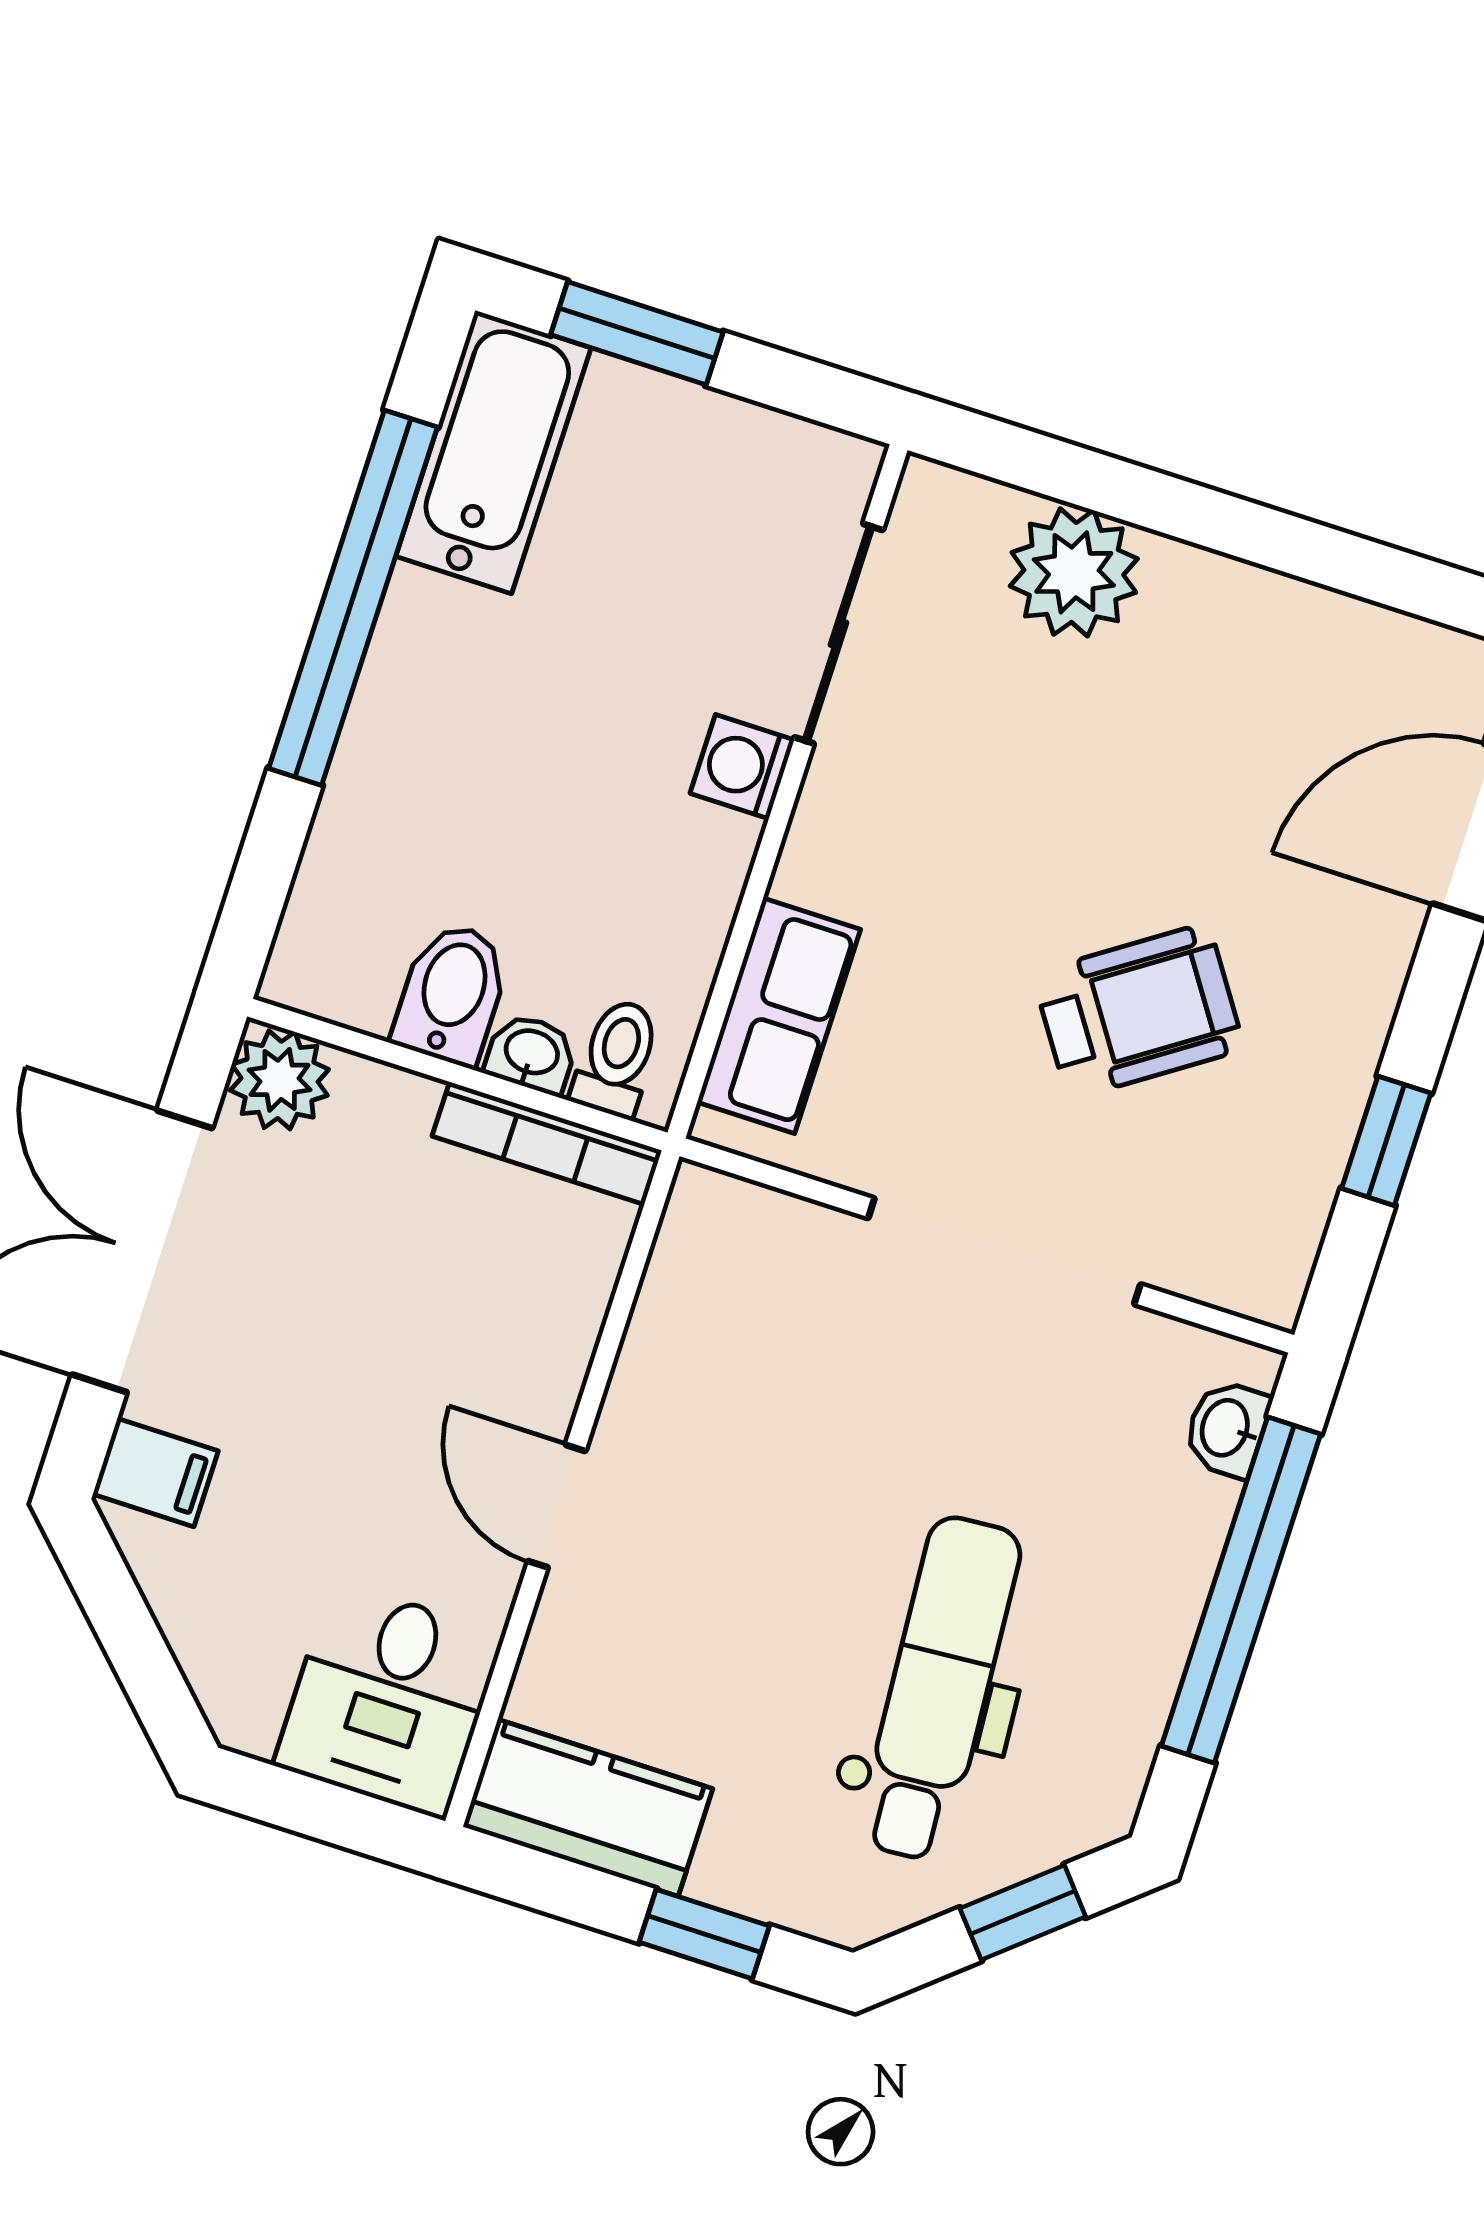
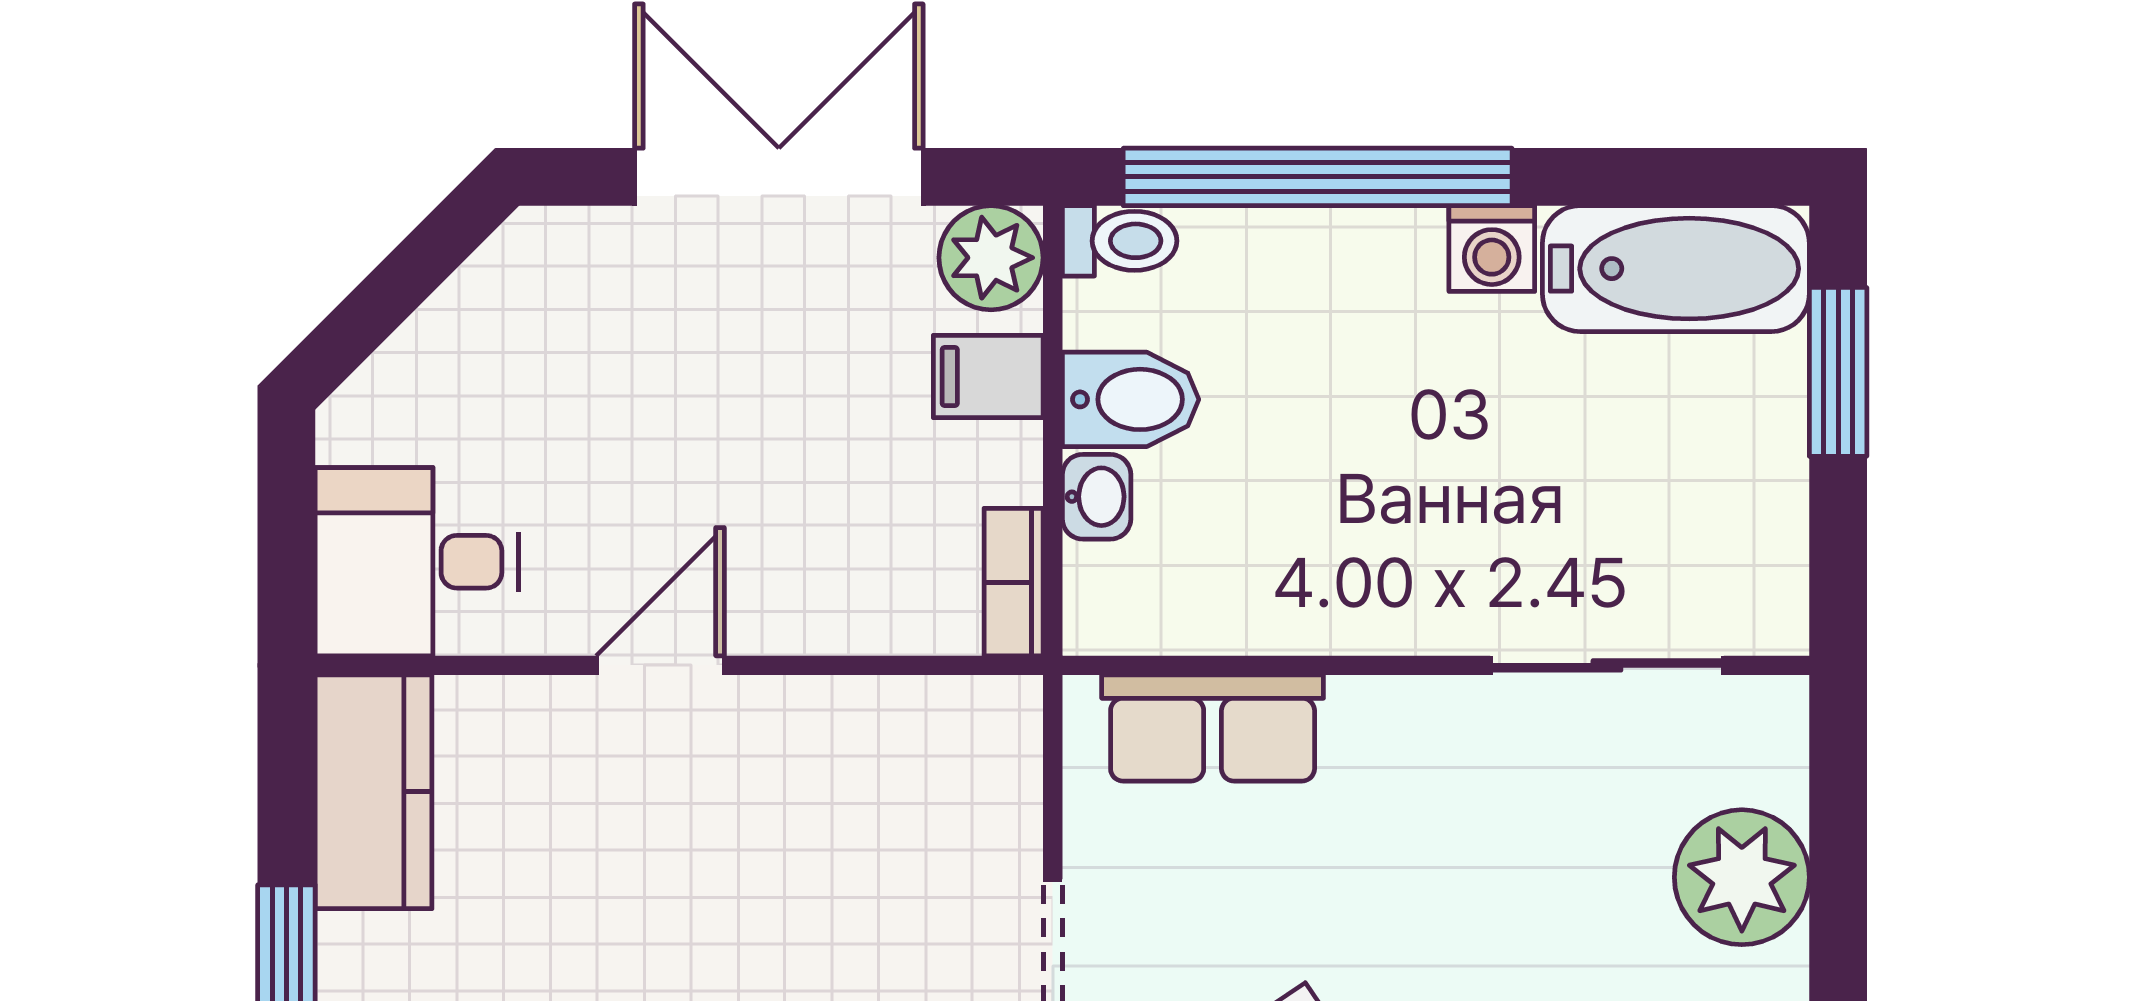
window: (353, 598) -> (1318, 177), moved
washing machine: (742, 767) -> (1492, 249), moved, turned 180
toilet: (617, 1058) -> (1120, 241), moved
bookcase: (547, 1143) -> (1014, 582), width x0.64
filing cabinet: (156, 1473) -> (988, 376), moved, turned 90

